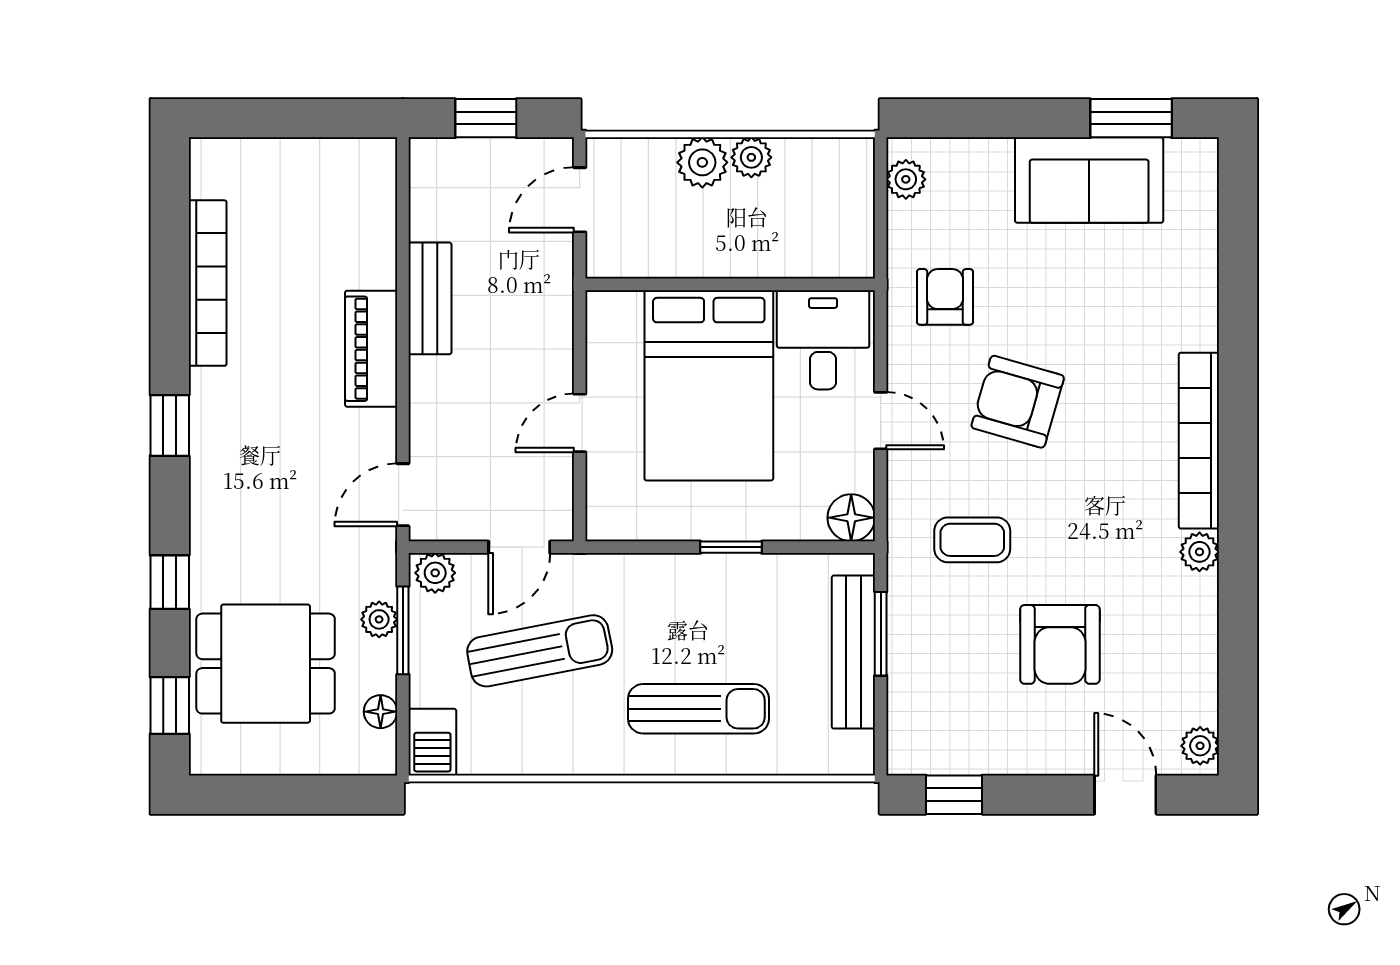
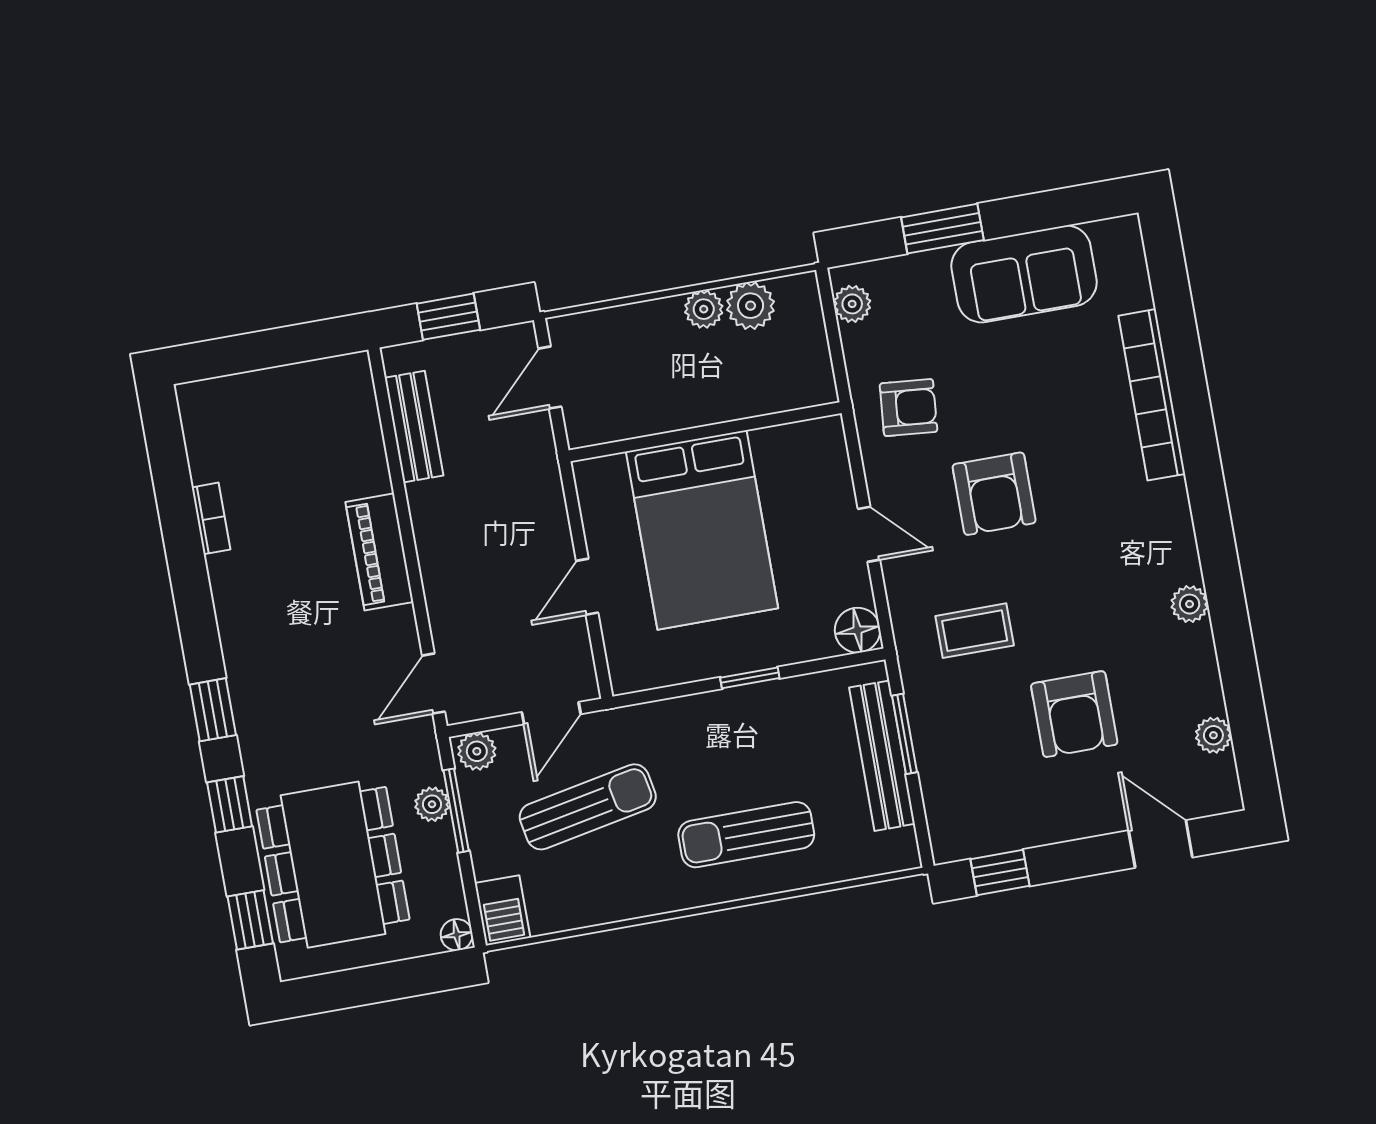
window: (1131, 118) -> (942, 229), moved
plant: (702, 162) -> (751, 306), moved
bookcase: (208, 283) -> (211, 518), width x0.43, depth x0.76
armchair: (945, 297) -> (909, 408), turned 95
bench: (430, 298) -> (414, 427), moved
desk: (823, 340) -> (801, 468), removed
armchair: (1018, 402) -> (994, 494), turned -106
window: (170, 425) -> (213, 710), moved
bookcase: (1199, 441) -> (1152, 395), moved
dining table: (266, 664) -> (333, 865), width x1.38
sun lounger: (698, 709) -> (746, 835), turned 180
floor lamp: (381, 712) -> (457, 935), moved
plant: (1200, 746) -> (1213, 735), moved

